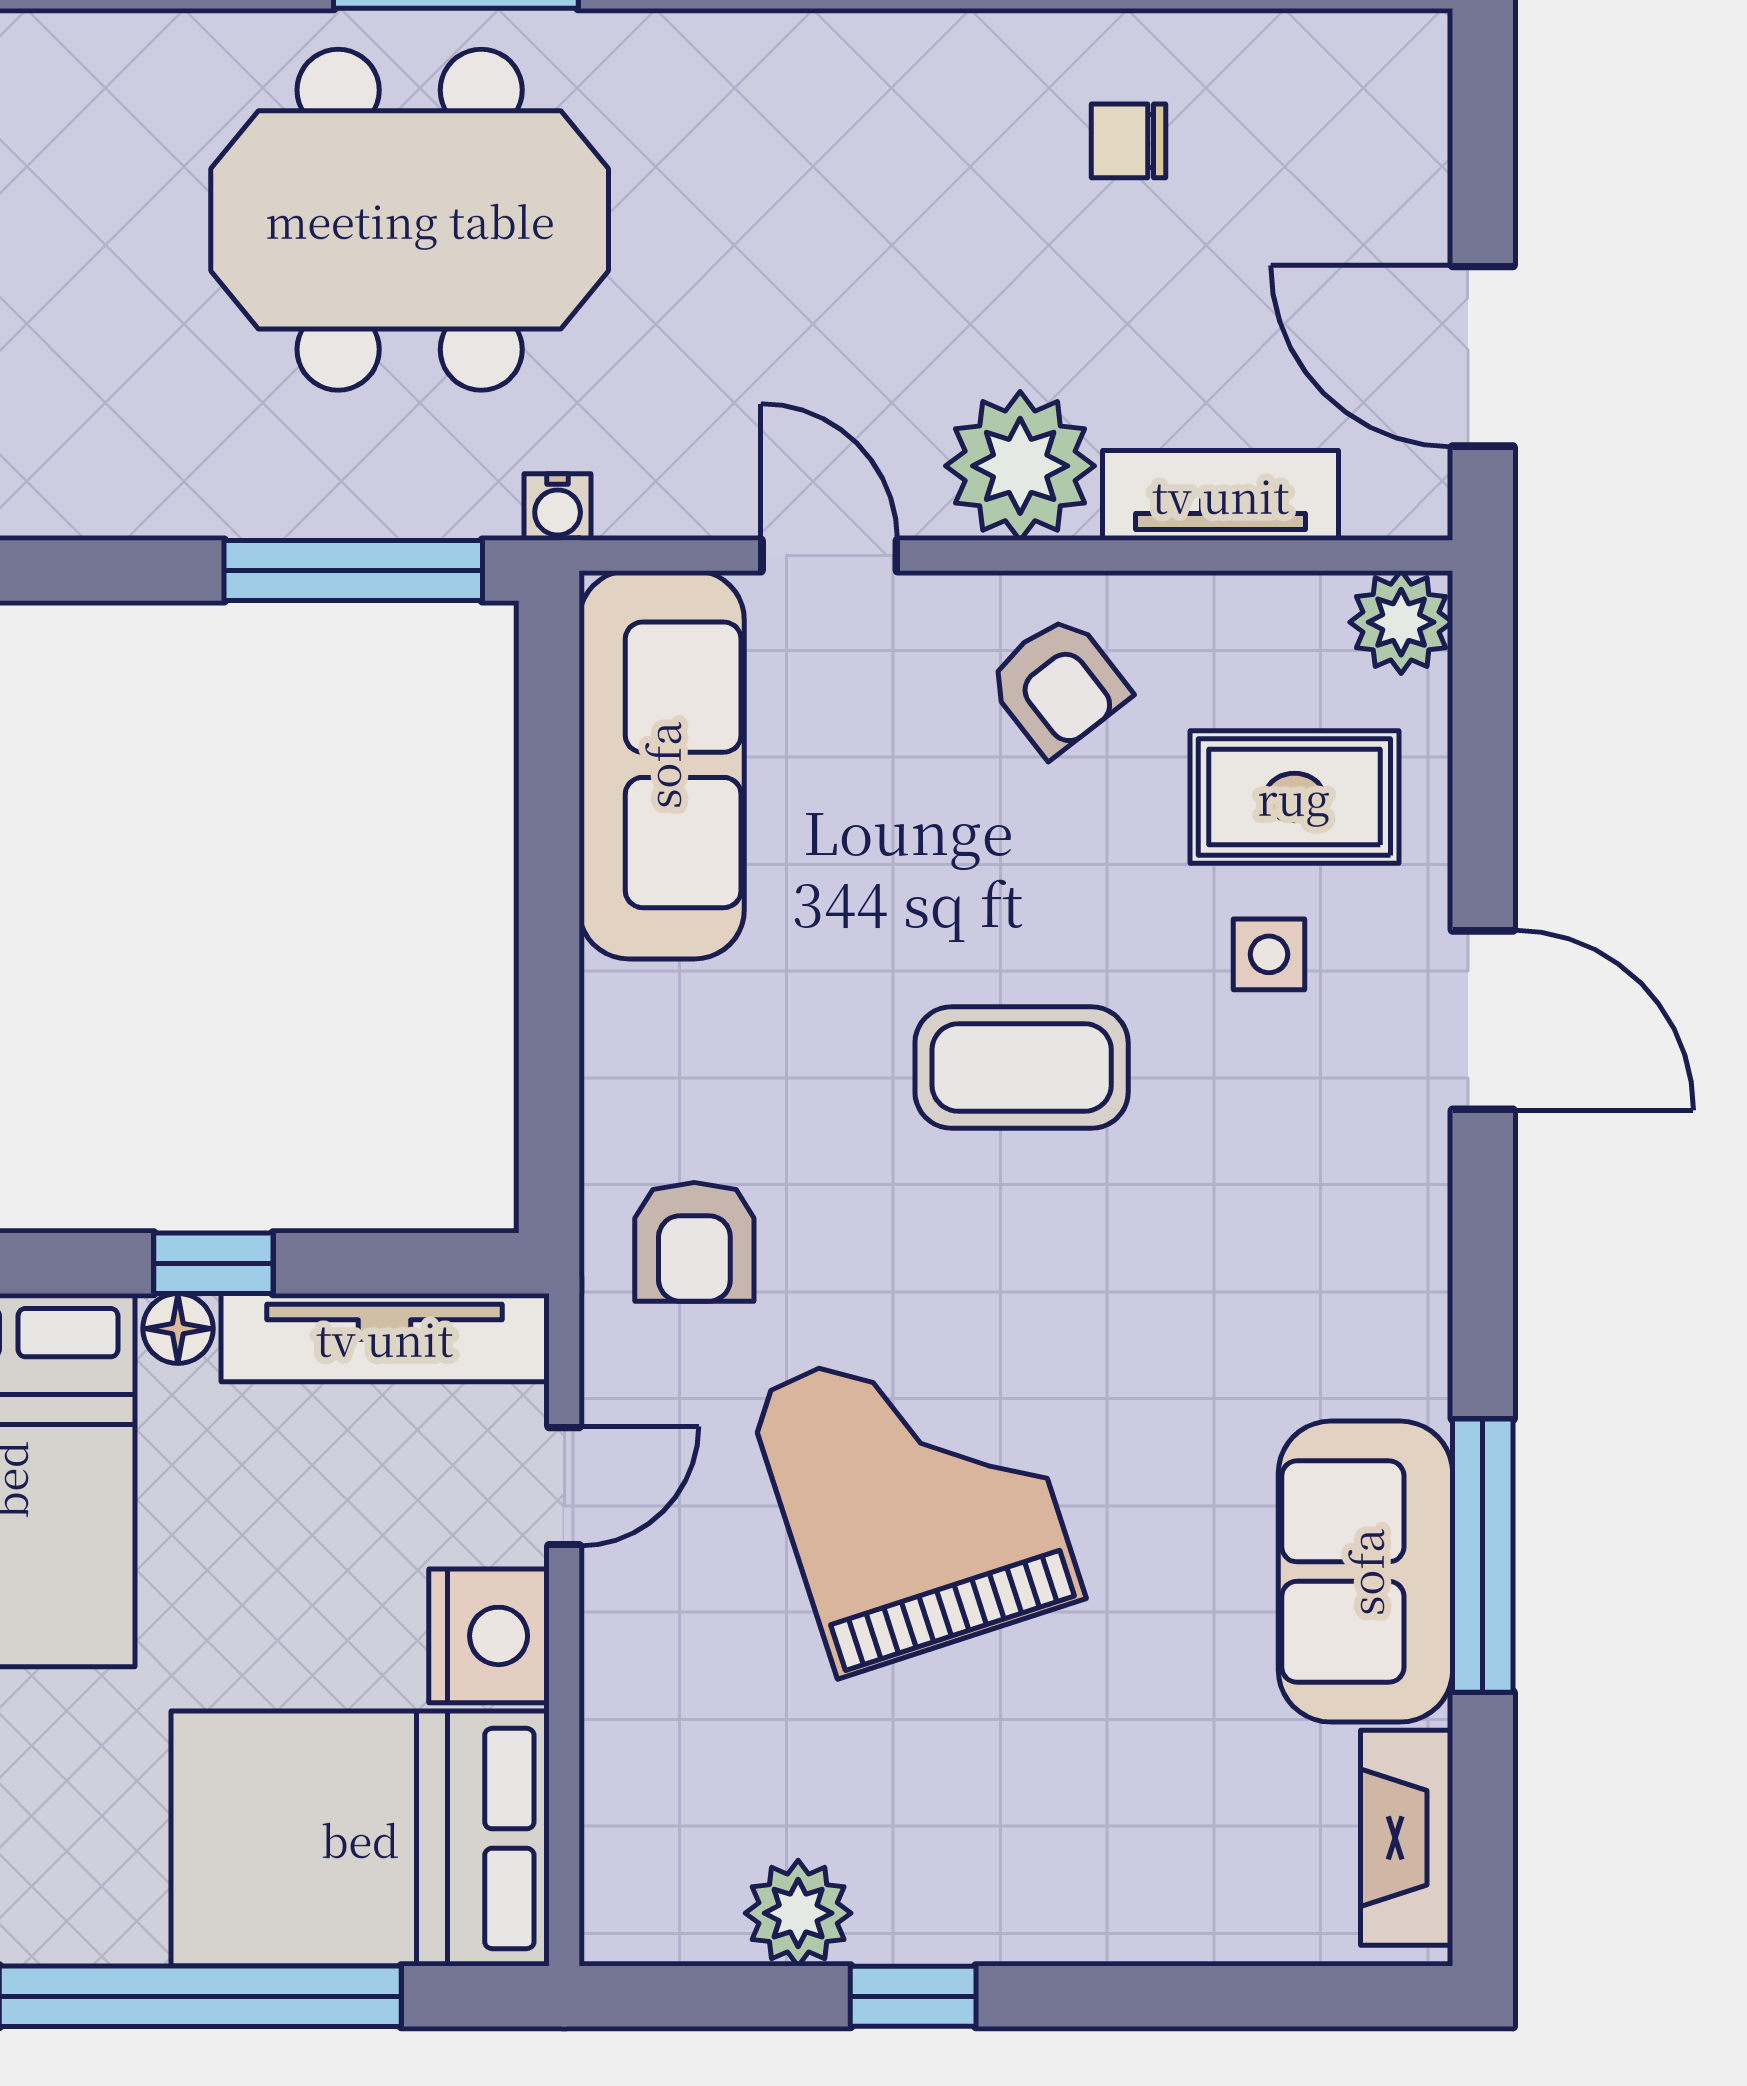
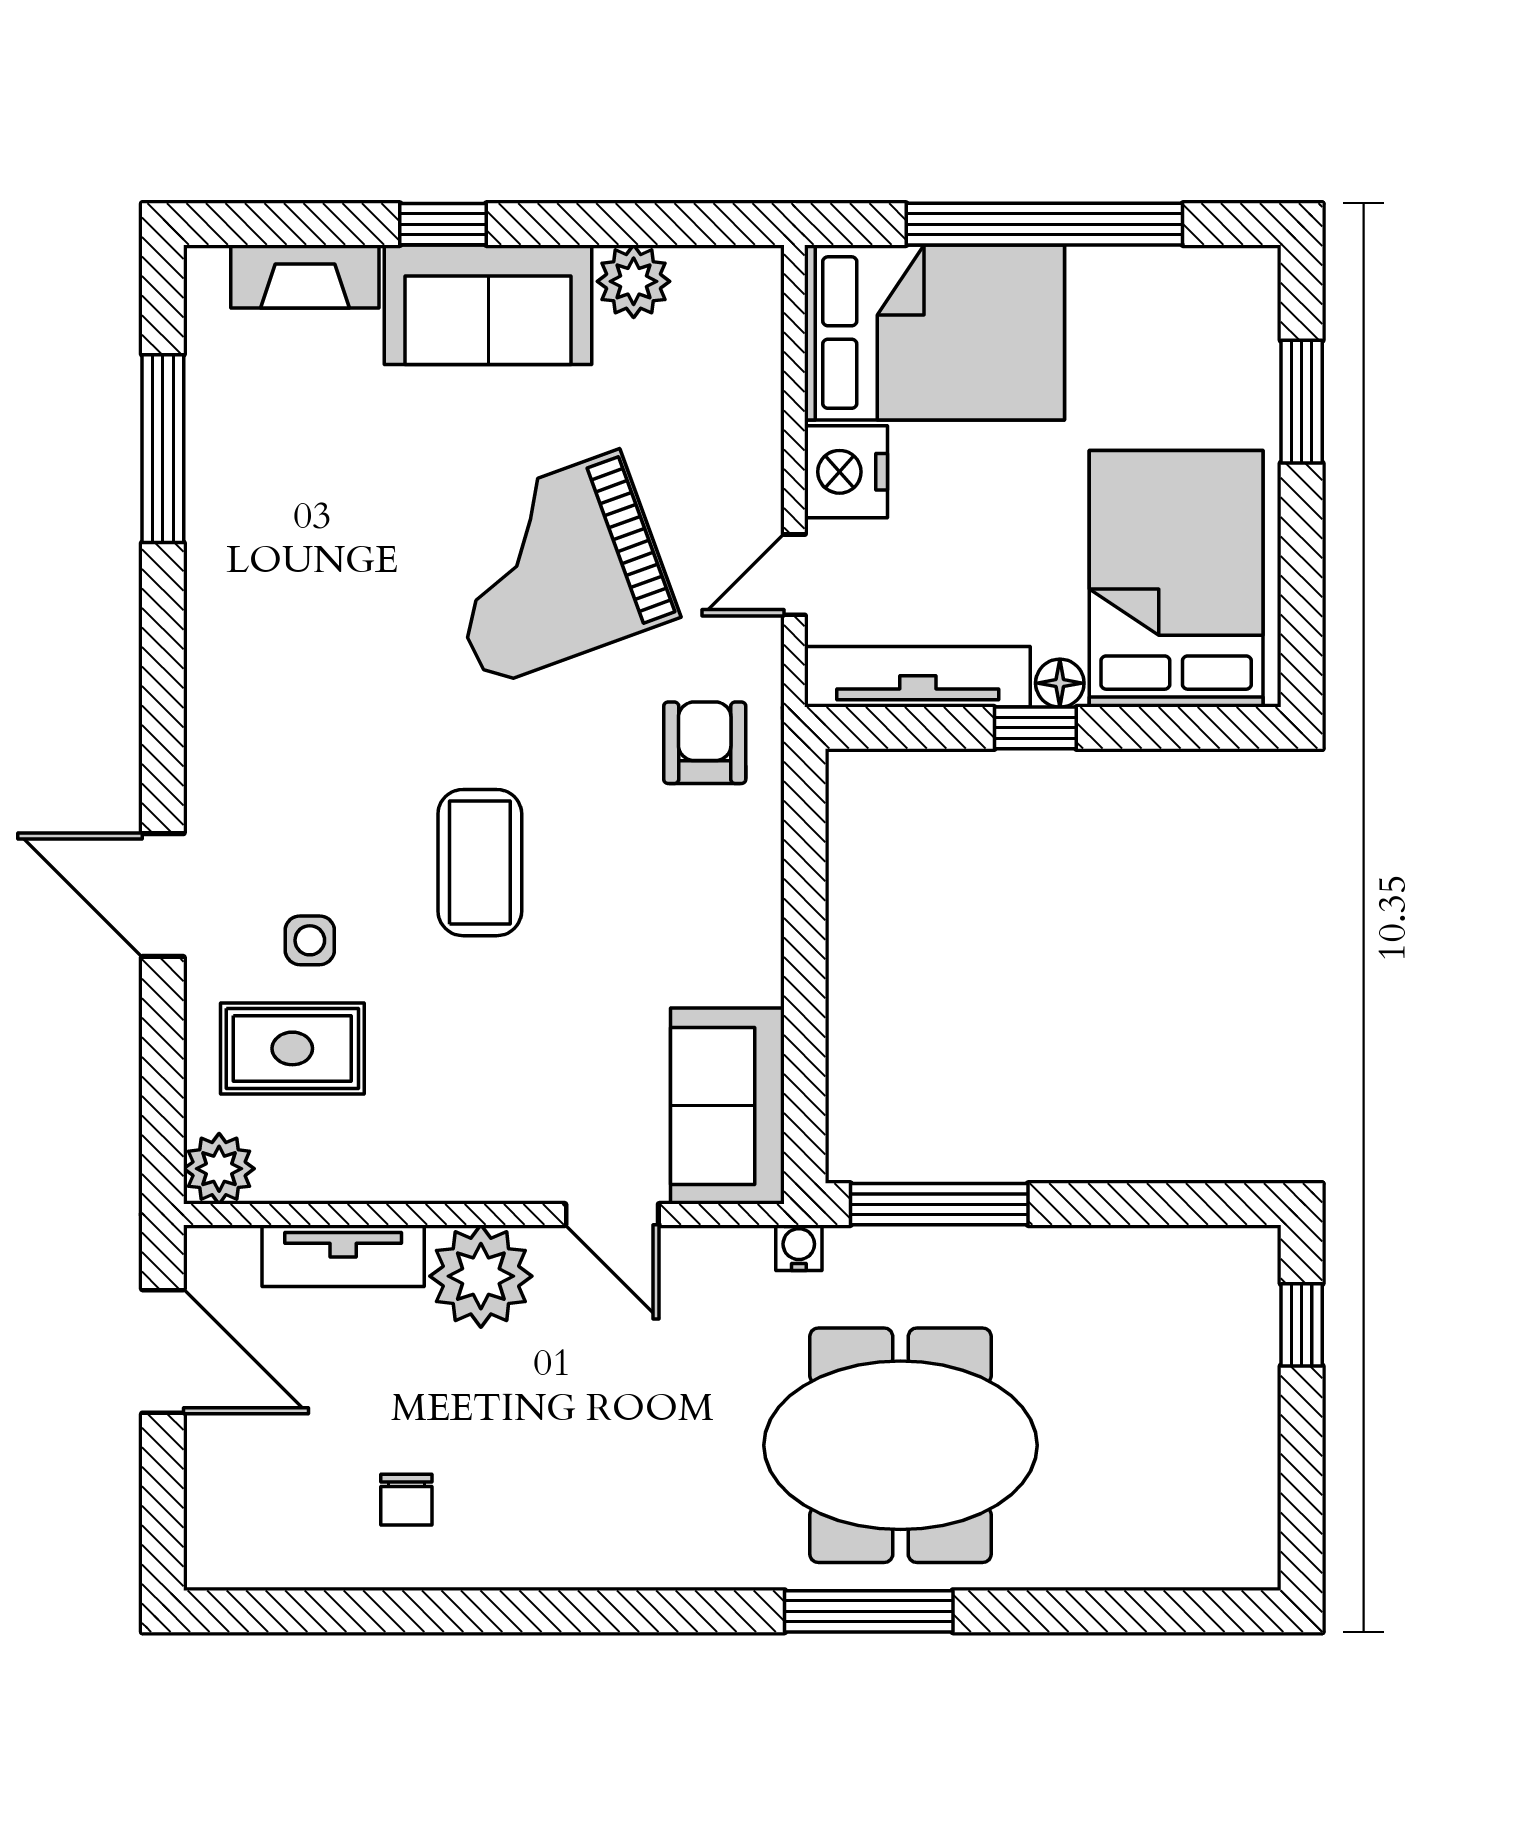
chair: (1128, 141) -> (406, 1500), turned 90
armchair: (1058, 685) -> (455, 1125), removed
sofa: (662, 765) -> (727, 1106), width x0.73
coffee table: (1022, 1068) -> (480, 863), turned 90
grand piano: (915, 1496) -> (553, 568), turned 88
window: (1483, 1556) -> (163, 449), moved
sofa: (1365, 1572) -> (488, 305), moved, turned 90
fireplace: (1407, 1838) -> (305, 276), moved, turned 90
window: (913, 1996) -> (443, 224), moved

